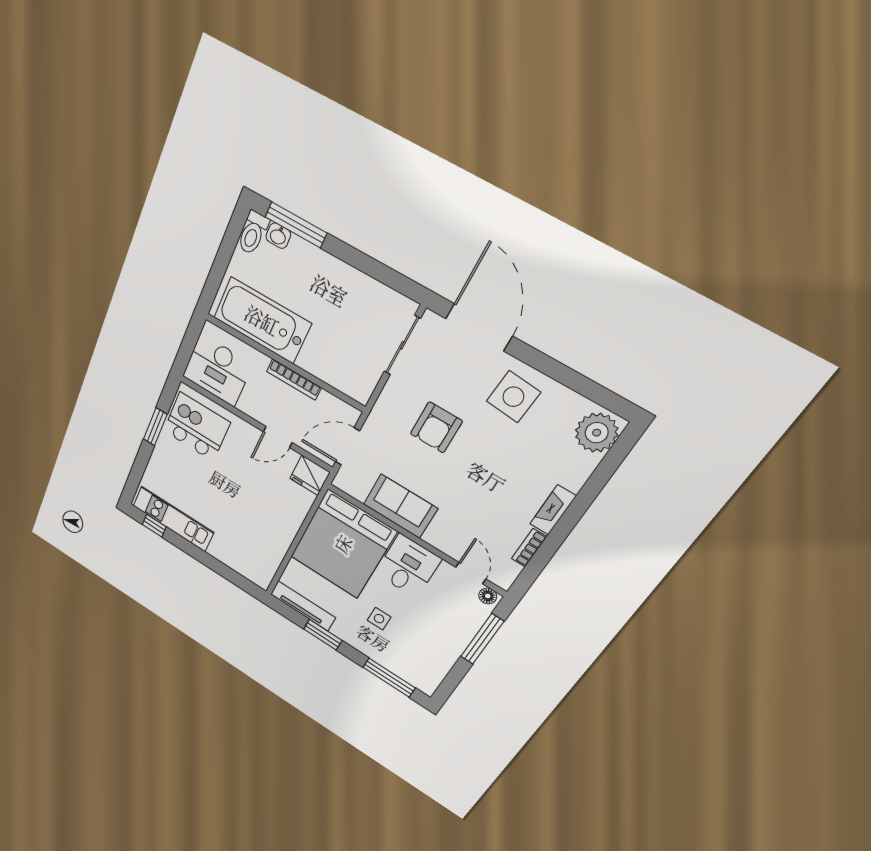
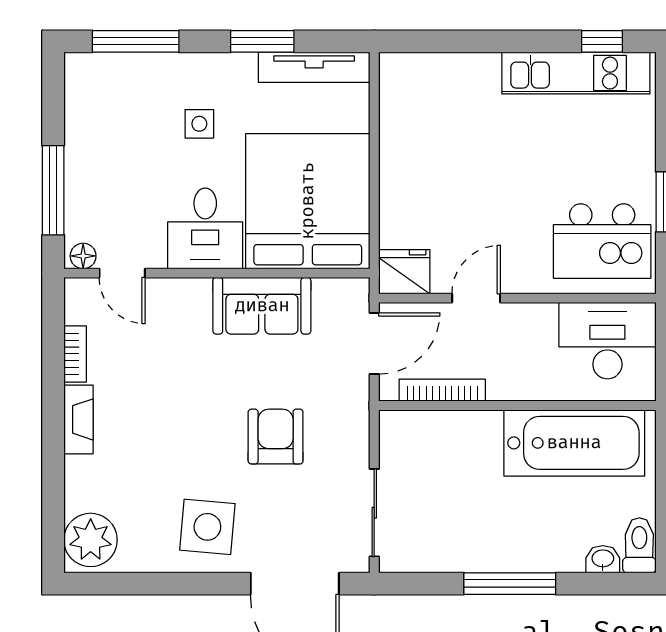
window: (296, 225) -> (510, 584), moved
bookcase: (294, 379) -> (442, 390), moved

